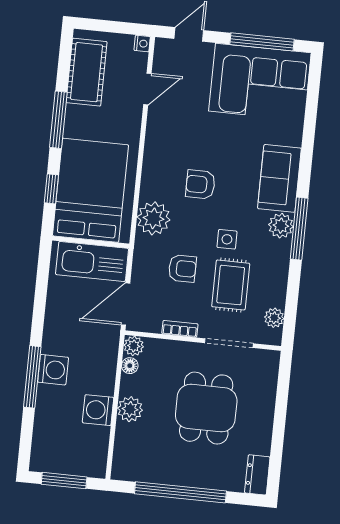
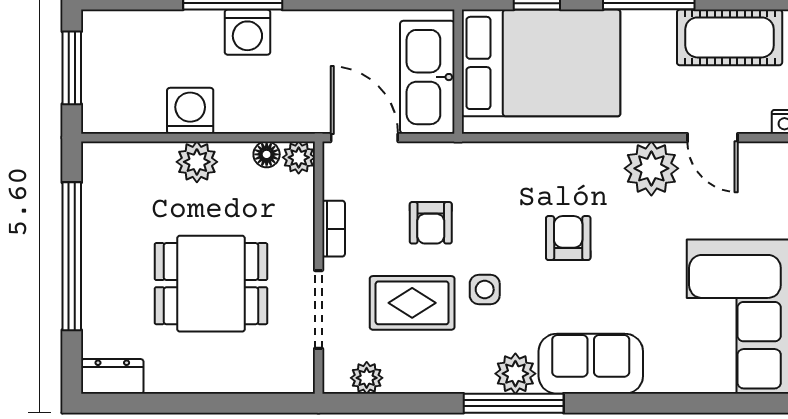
plant: (154, 218) -> (651, 168), moved

